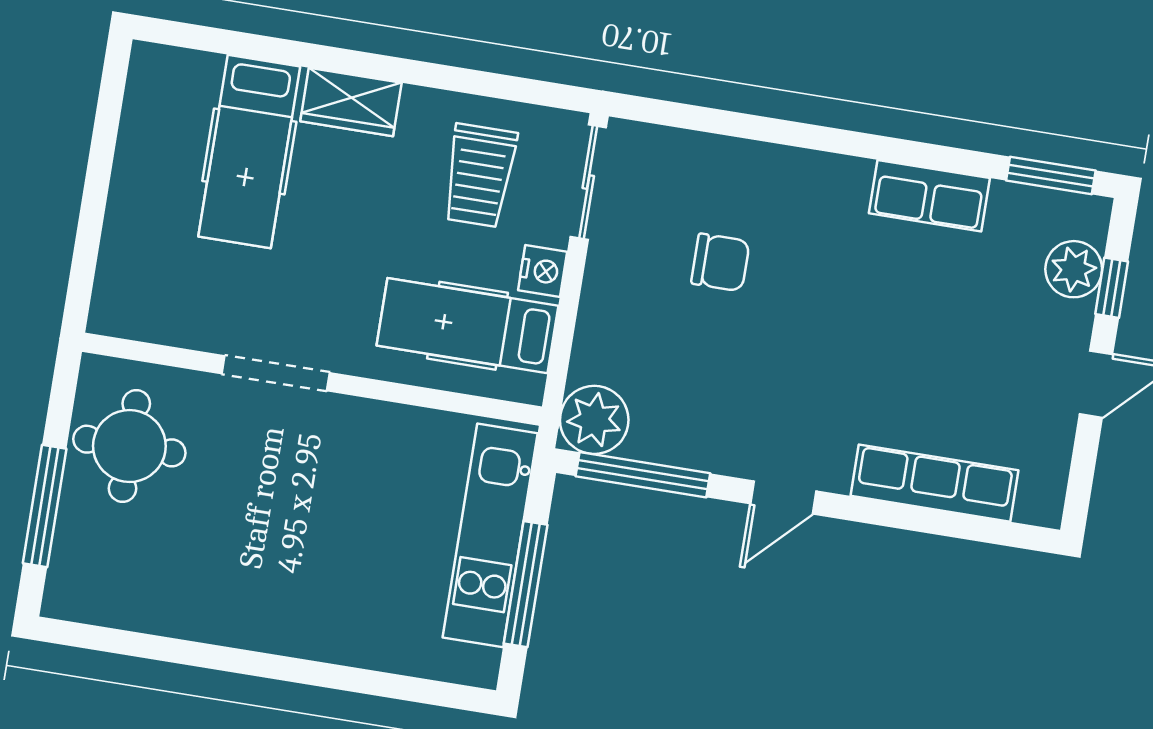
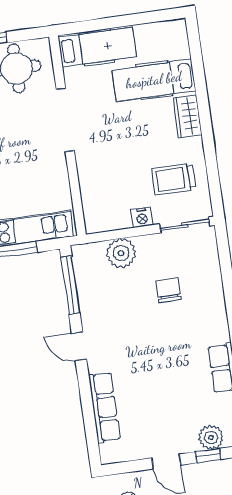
chair: (720, 262) -> (168, 290), turned 180
hospital bed: (467, 326) -> (97, 47), moved, turned 90
doorway: (276, 373) -> (65, 120), width x1.36
plant: (594, 420) -> (121, 253), moved

